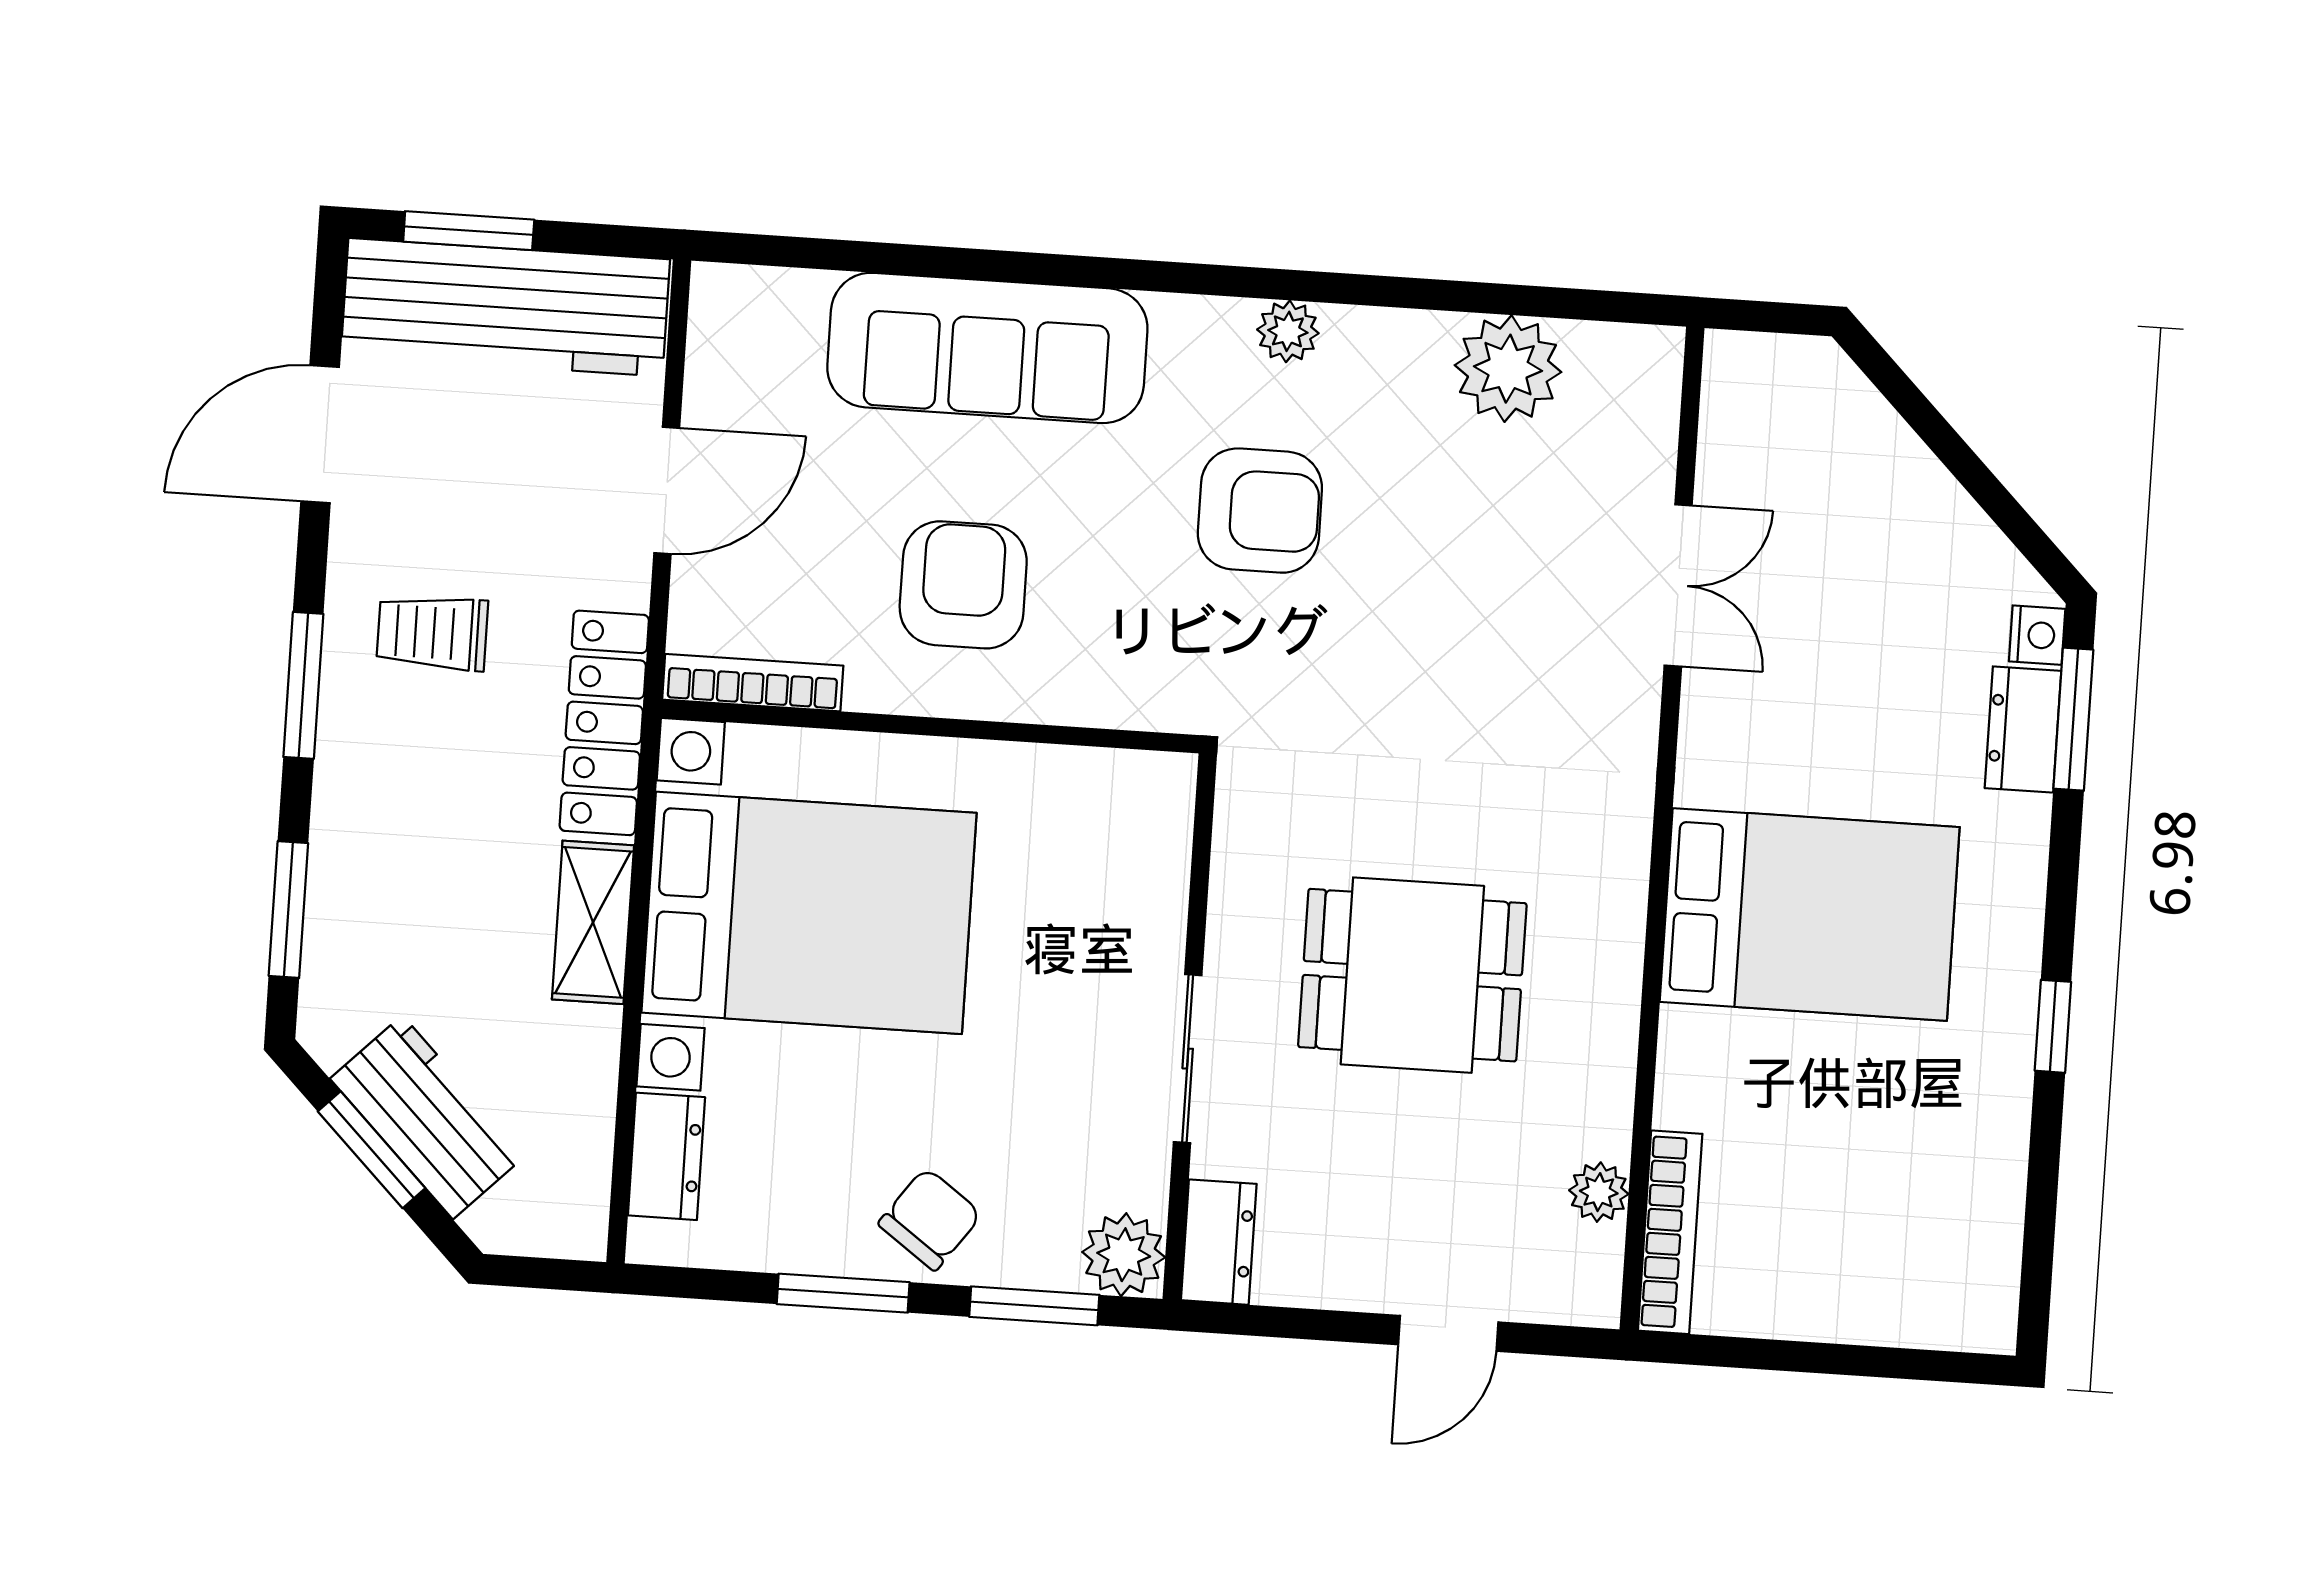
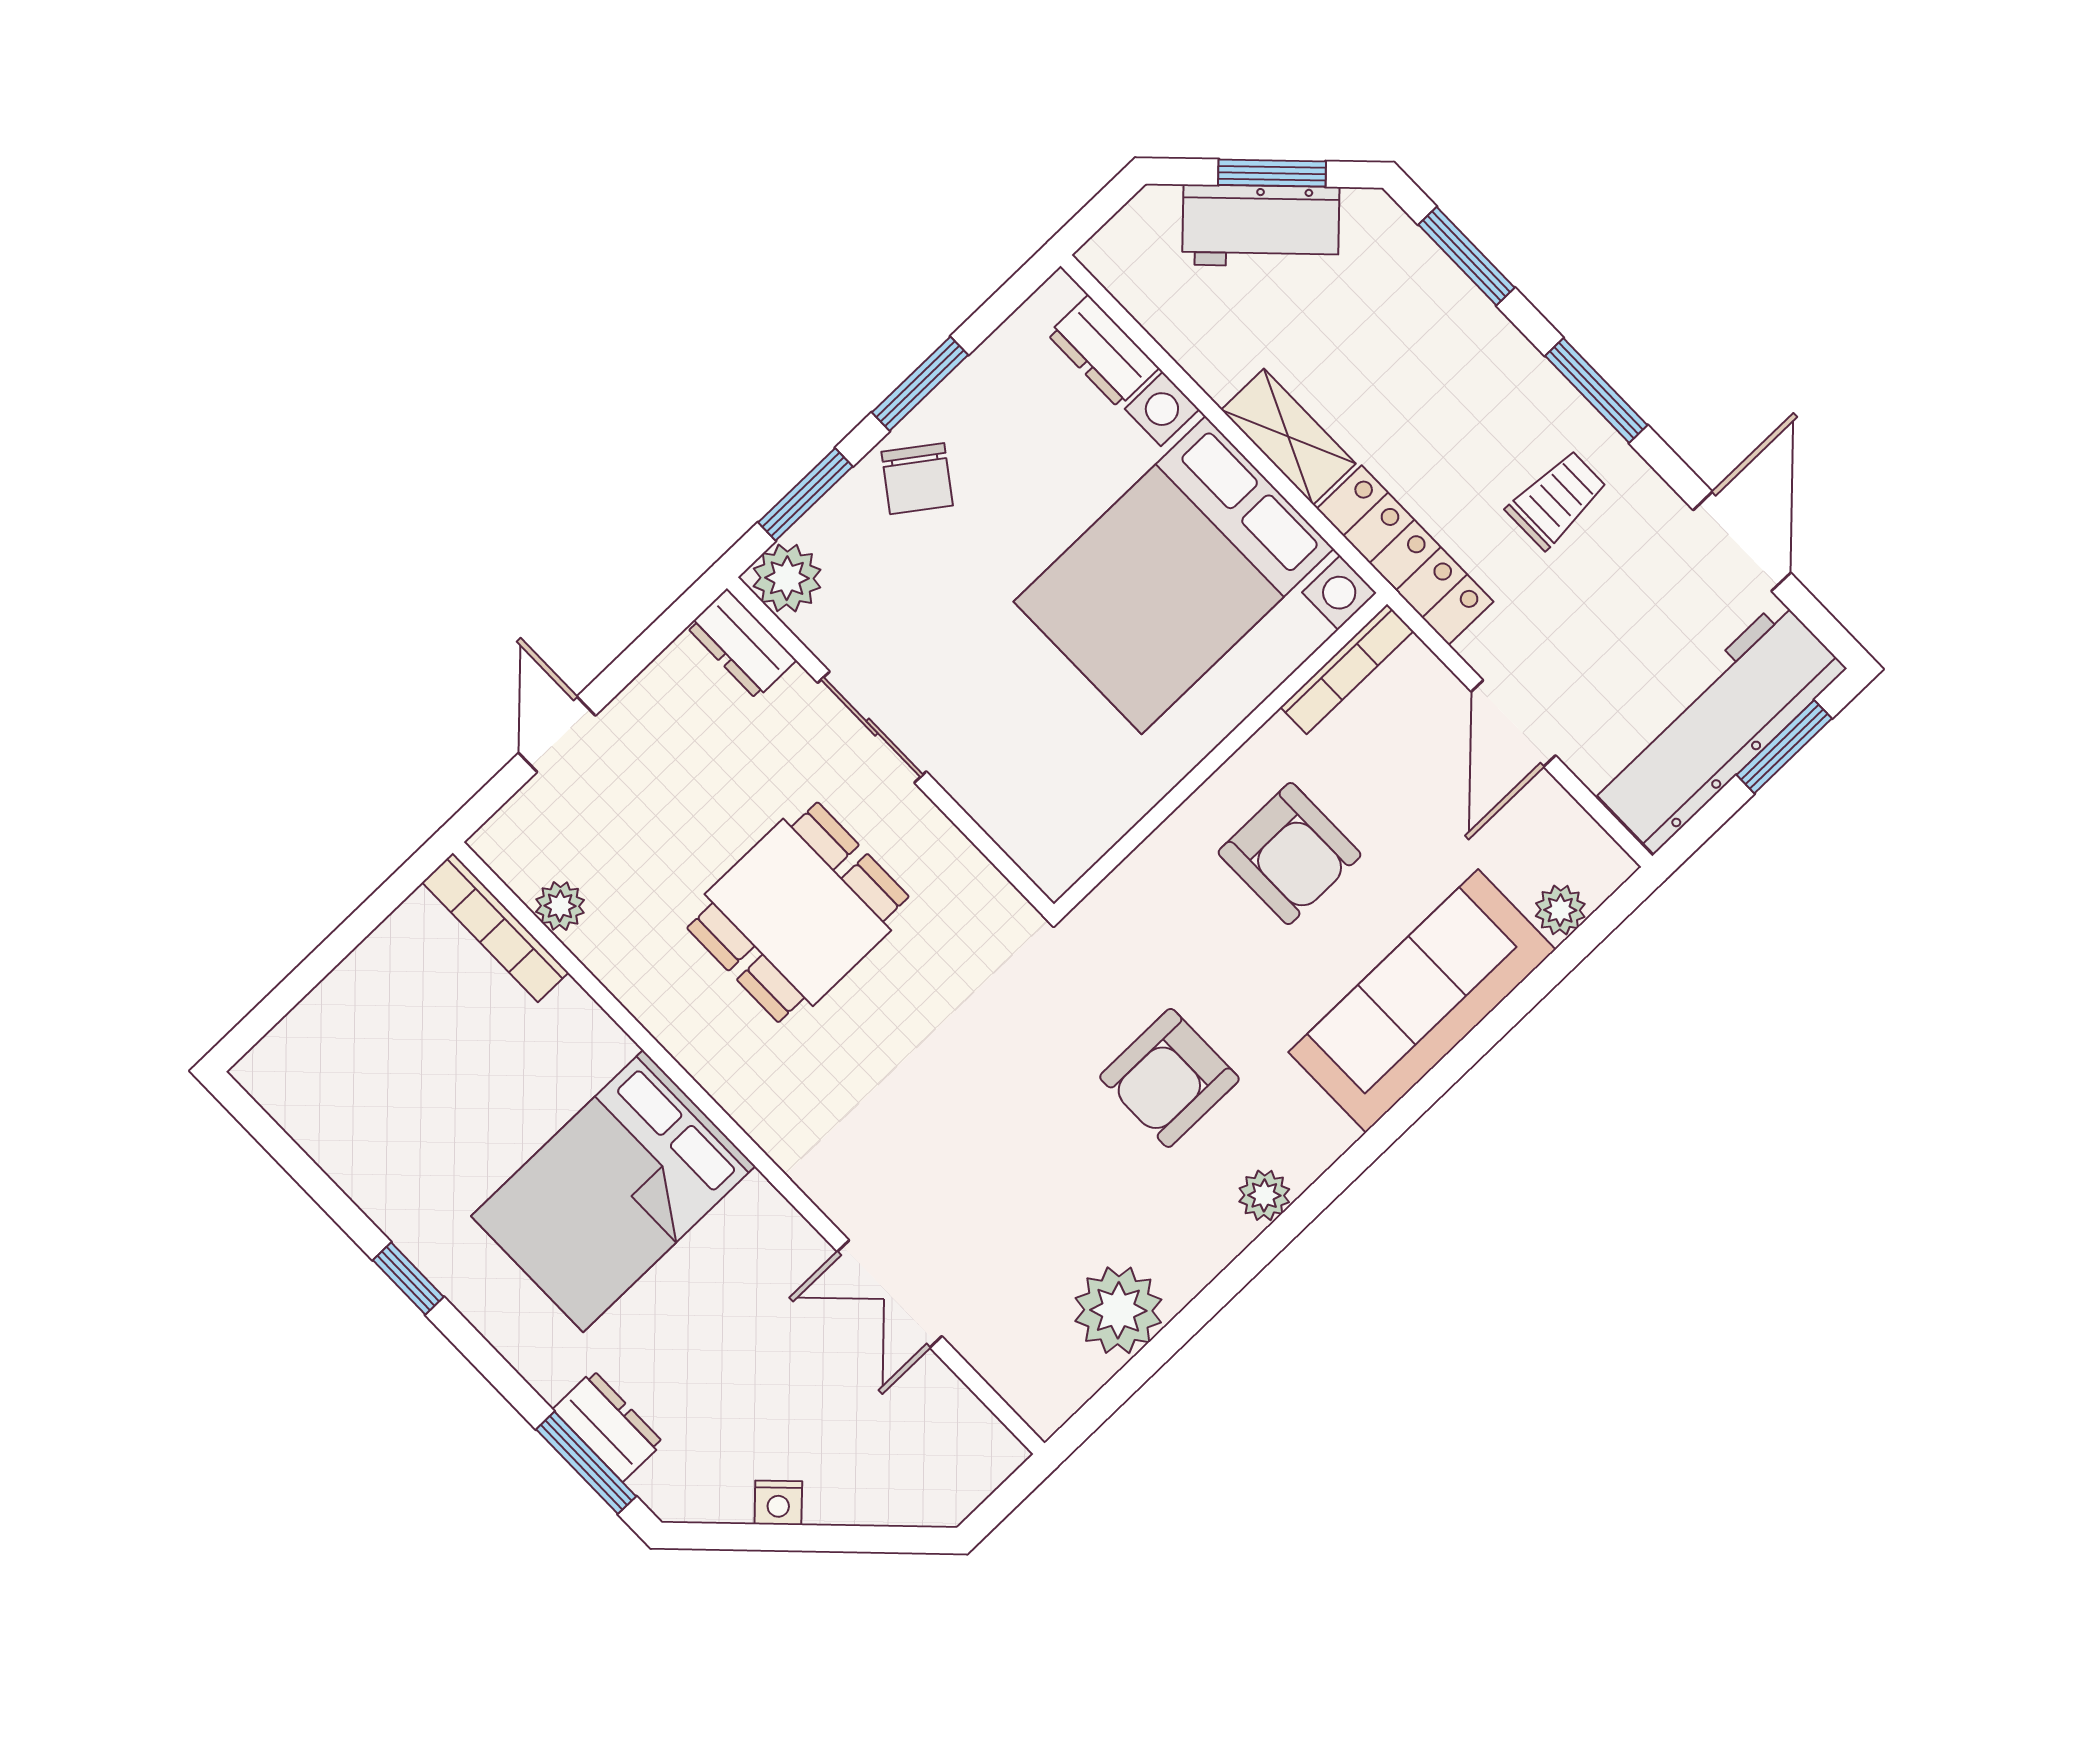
plant: (795, 298) -> (1560, 910), added
nightstand: (2037, 635) -> (778, 1503), moved, turned -45

